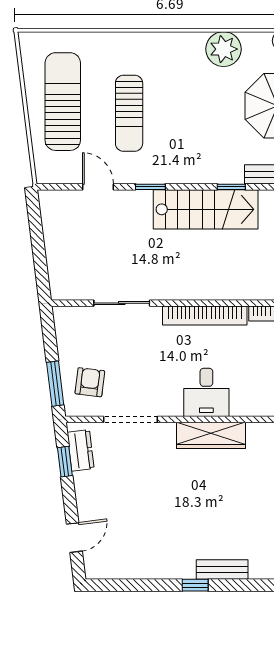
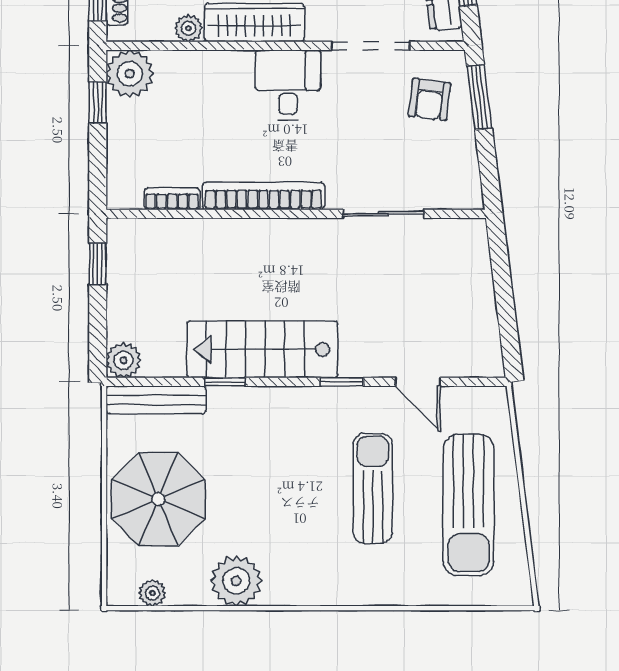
desk: (206, 392) -> (288, 85), moved
plant: (257, 431) -> (189, 28), added

